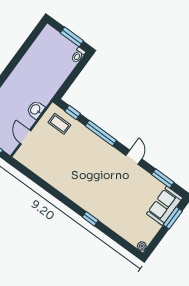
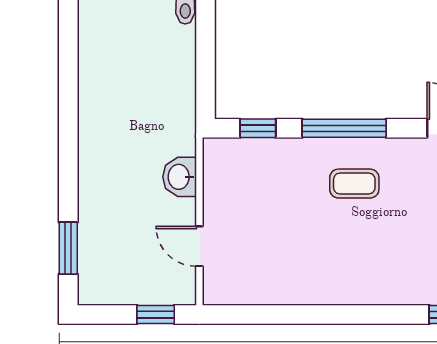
coffee table: (59, 124) -> (354, 184), moved

